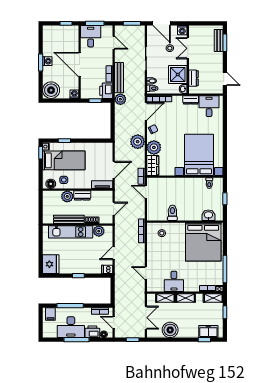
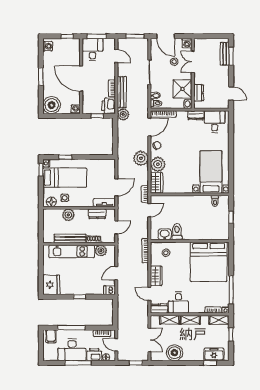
washing machine: (47, 61) -> (48, 46), moved
bed with nightstands: (199, 155) -> (211, 172), width x0.73
door: (146, 192) -> (149, 210), swing flipped
dresser: (82, 195) -> (97, 214), moved
washbasin: (208, 215) -> (165, 234), moved
wardrobe: (152, 255) -> (156, 276), added
dresser: (155, 287) -> (159, 309), added

